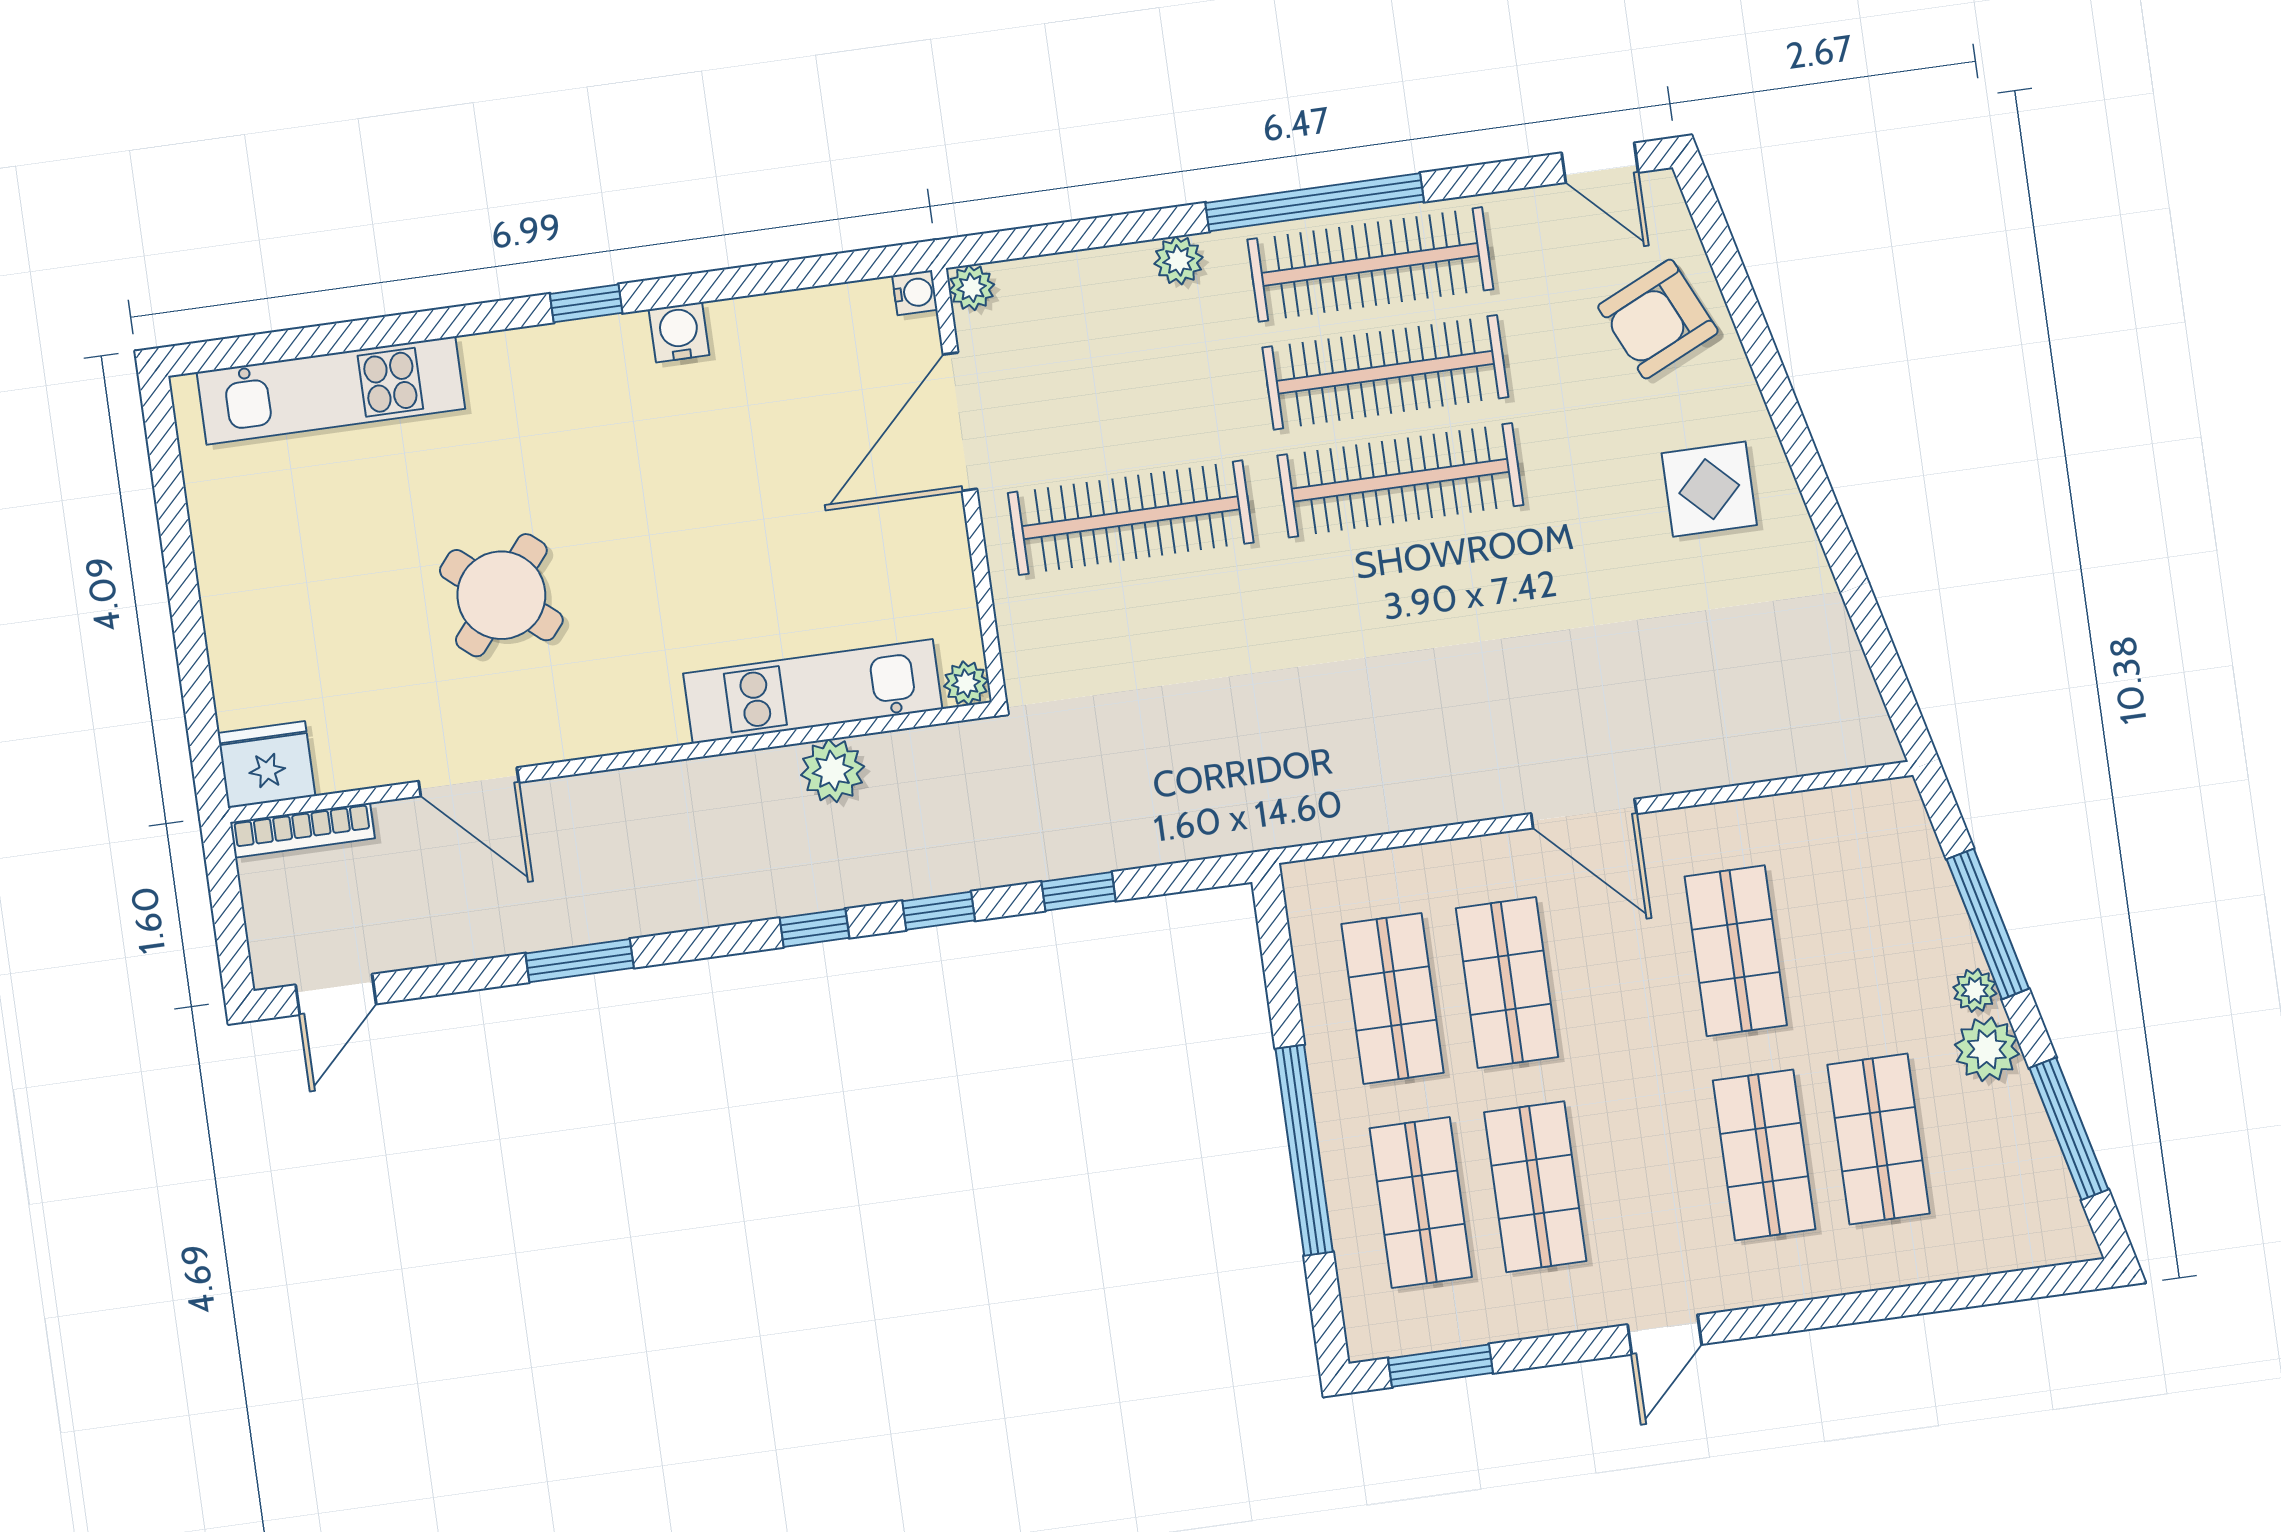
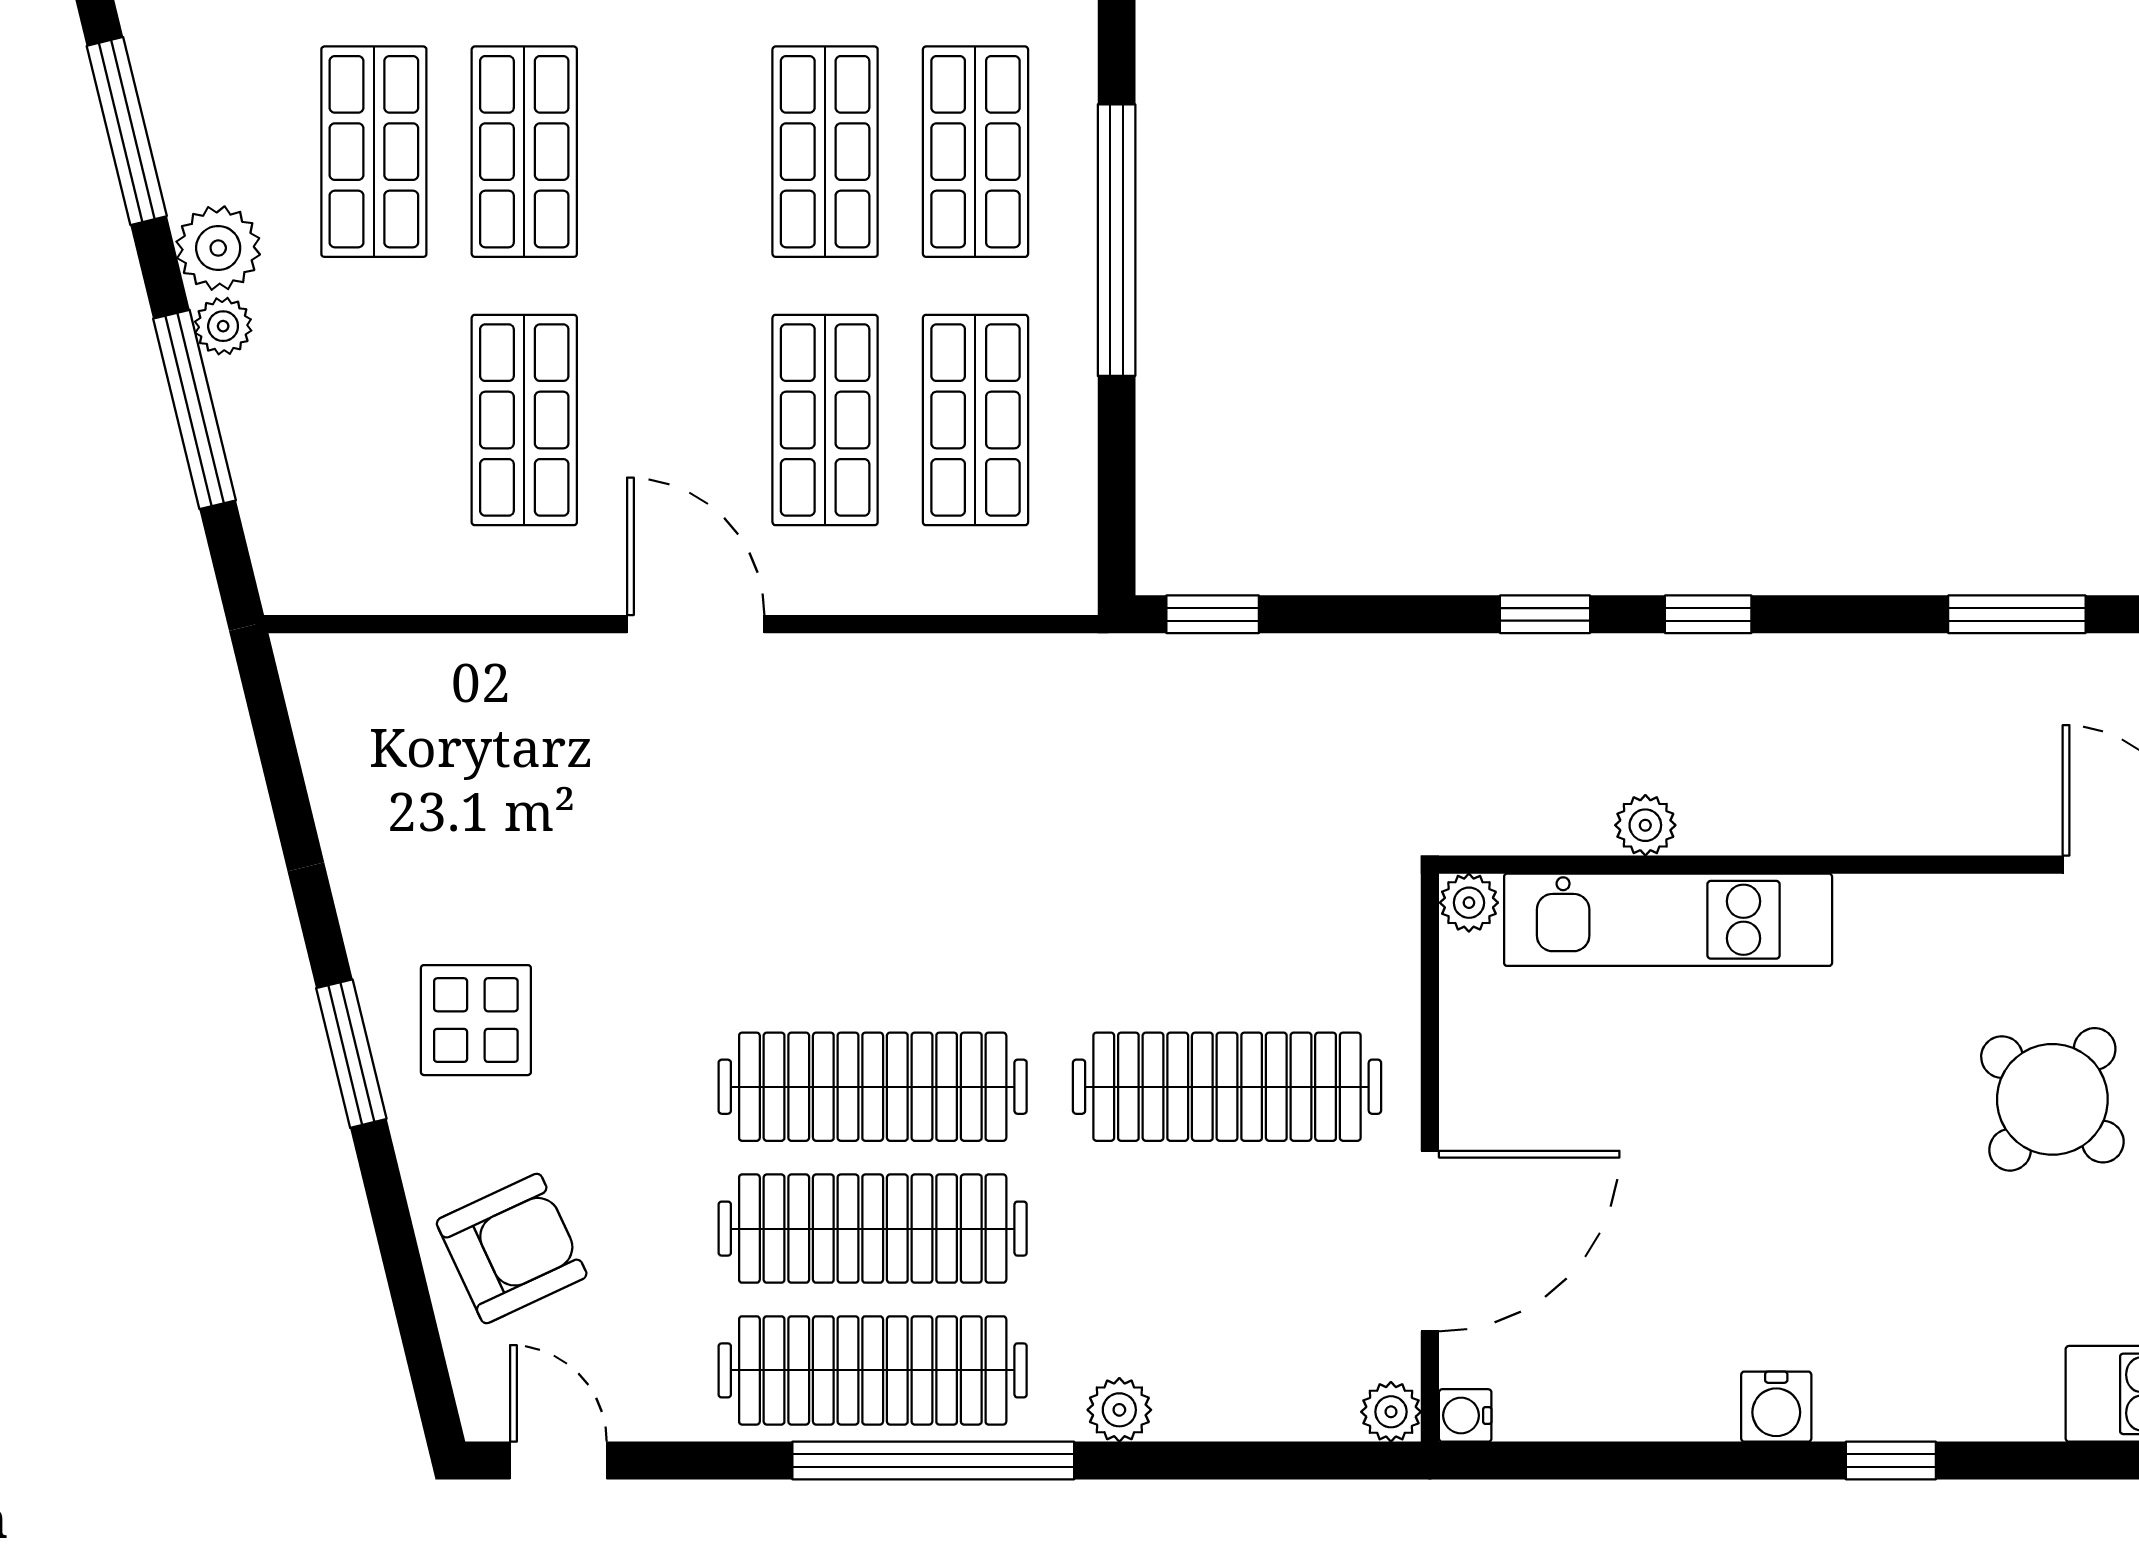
window: (1800, 450) -> (351, 1054), added
plant: (833, 771) -> (1645, 825), width x0.73, depth x0.73
window: (1079, 891) -> (1213, 614), moved

